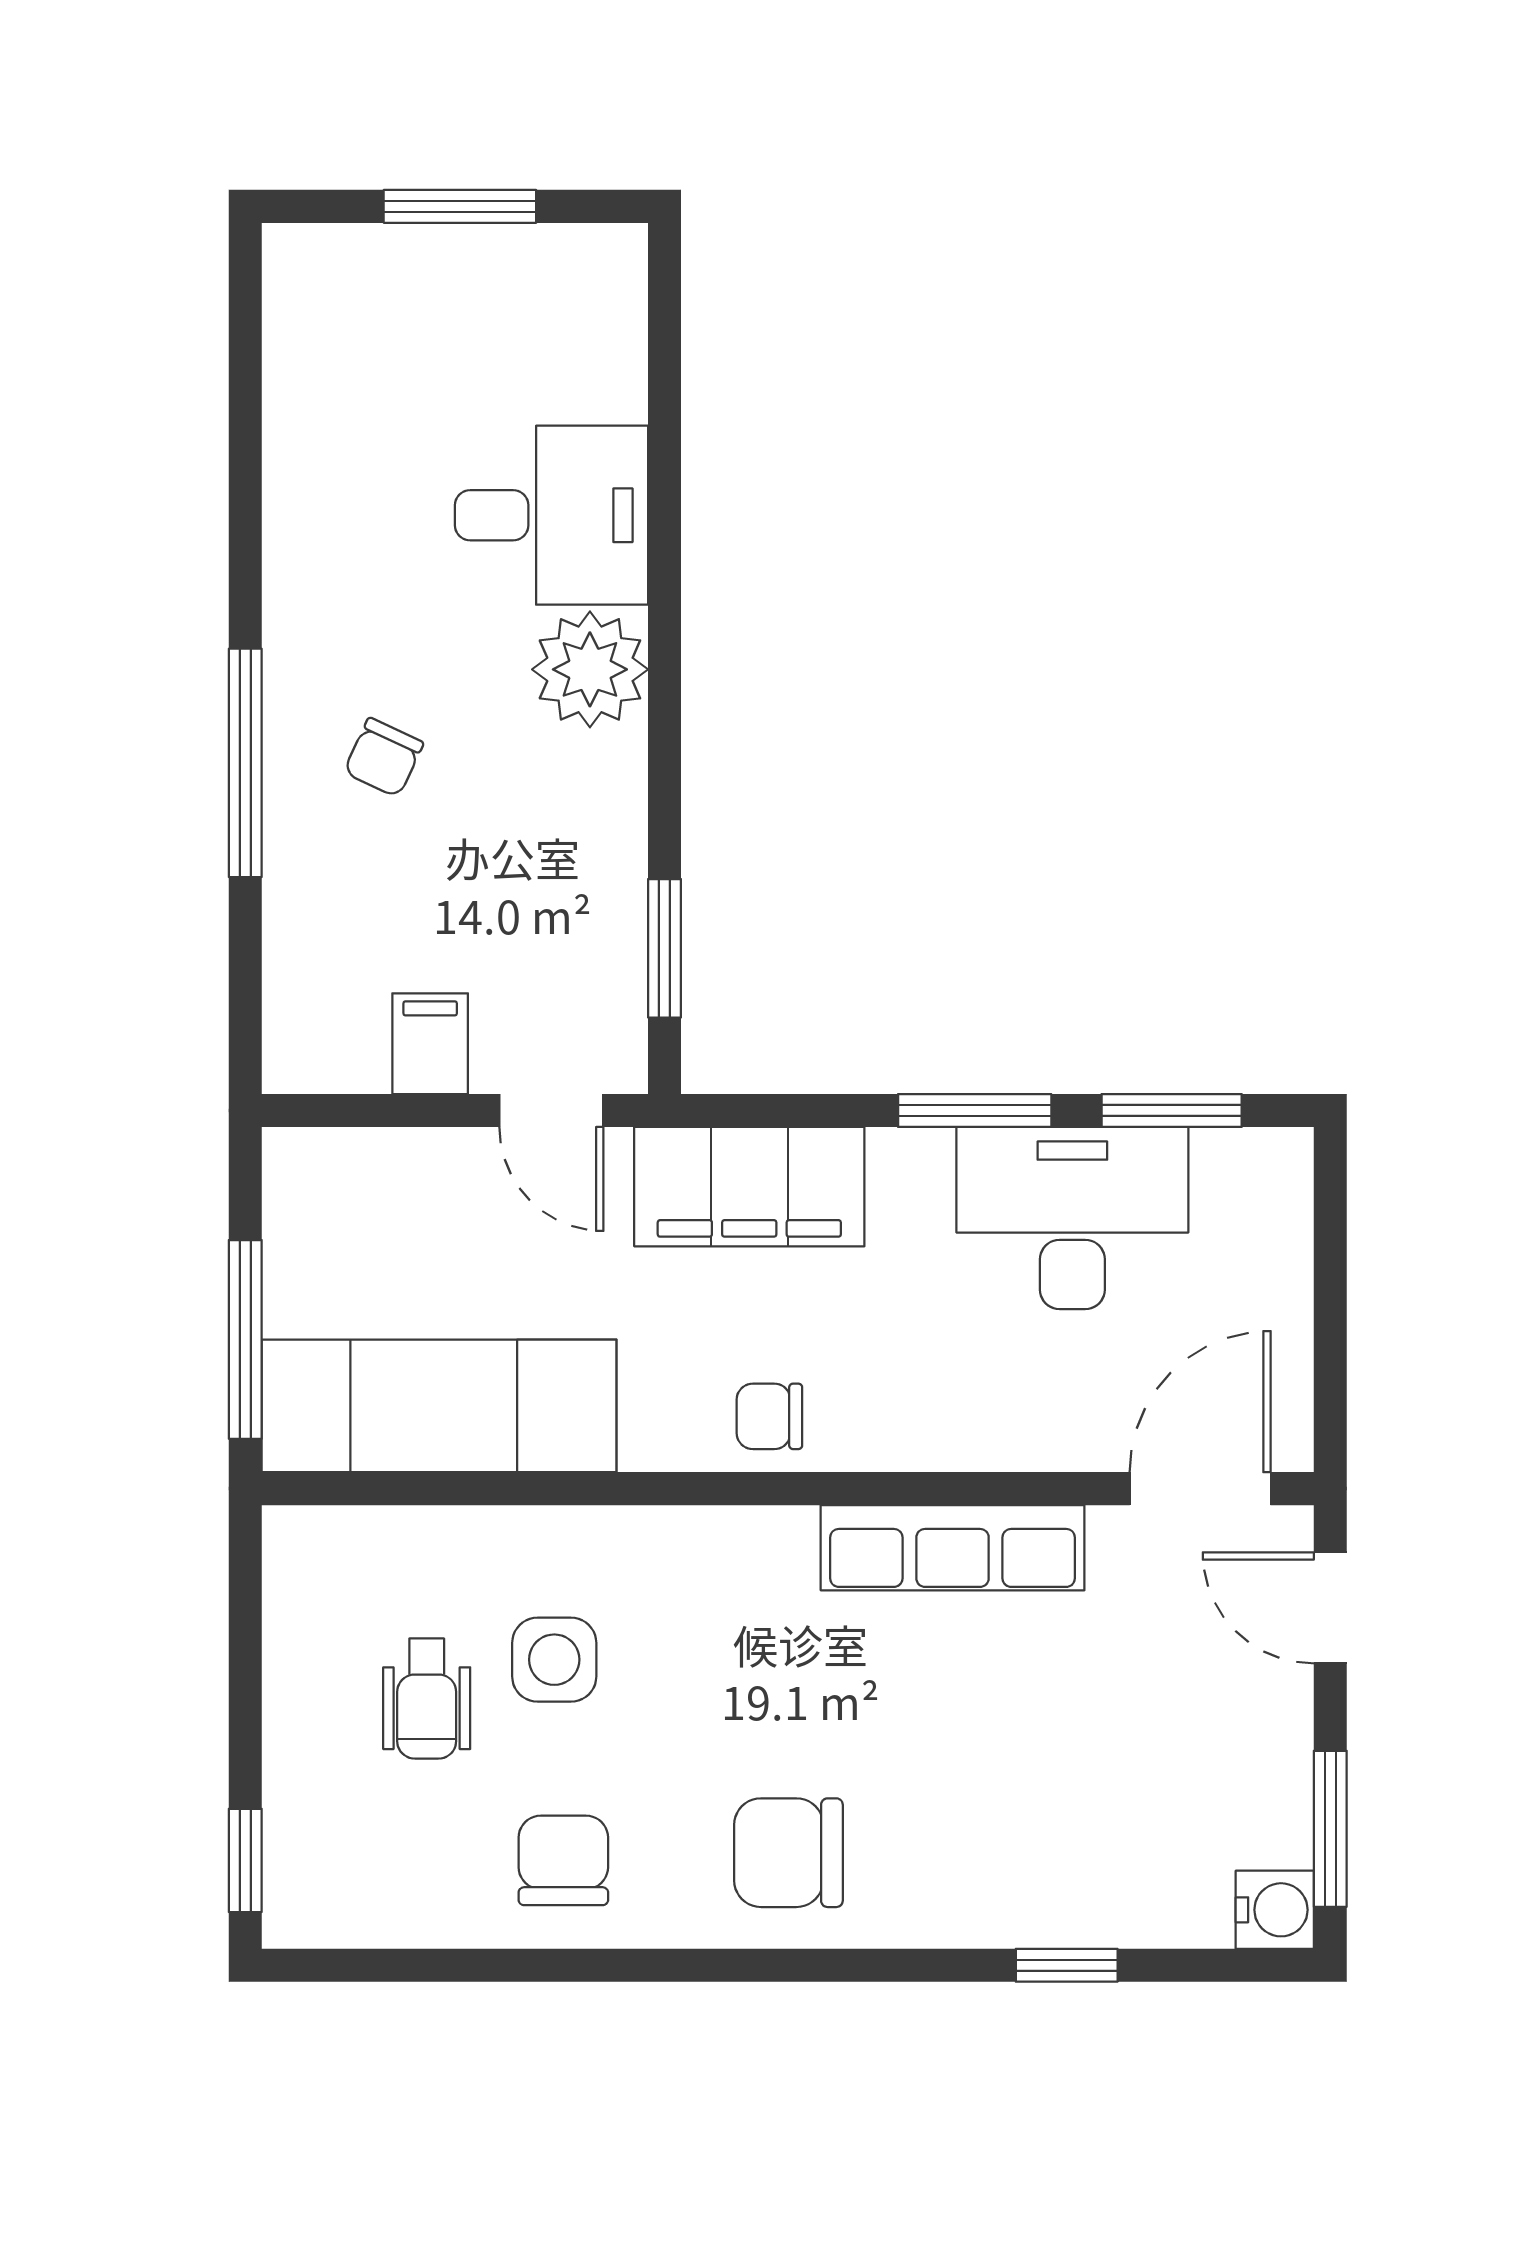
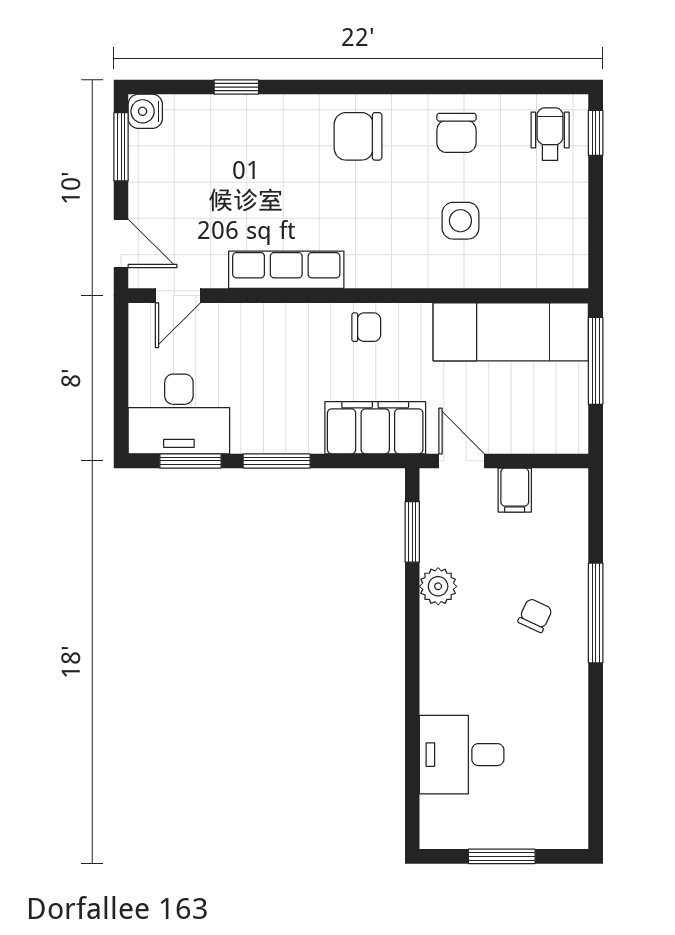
desk: (552, 515) -> (462, 755), moved
plant: (590, 669) -> (438, 586), moved, width x0.73, depth x0.73
desk: (1072, 1218) -> (179, 414), moved
door: (1200, 1489) -> (178, 296), width x0.73
wheelchair: (427, 1699) -> (550, 134), moved
chair: (788, 1853) -> (358, 136), turned 180

